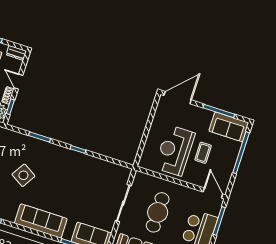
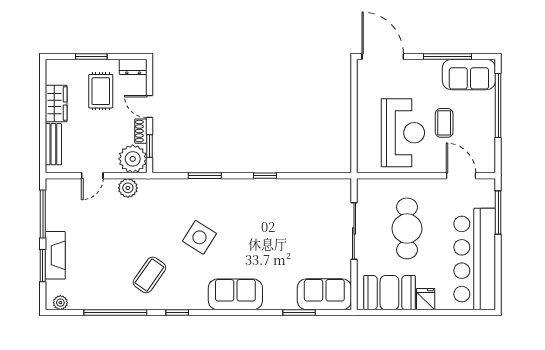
door: (178, 98) -> (383, 56), hinge flipped
reception desk: (175, 150) -> (403, 133), turned 180
door: (213, 193) -> (461, 176), moved
sofa: (41, 221) -> (235, 294), width x0.73

